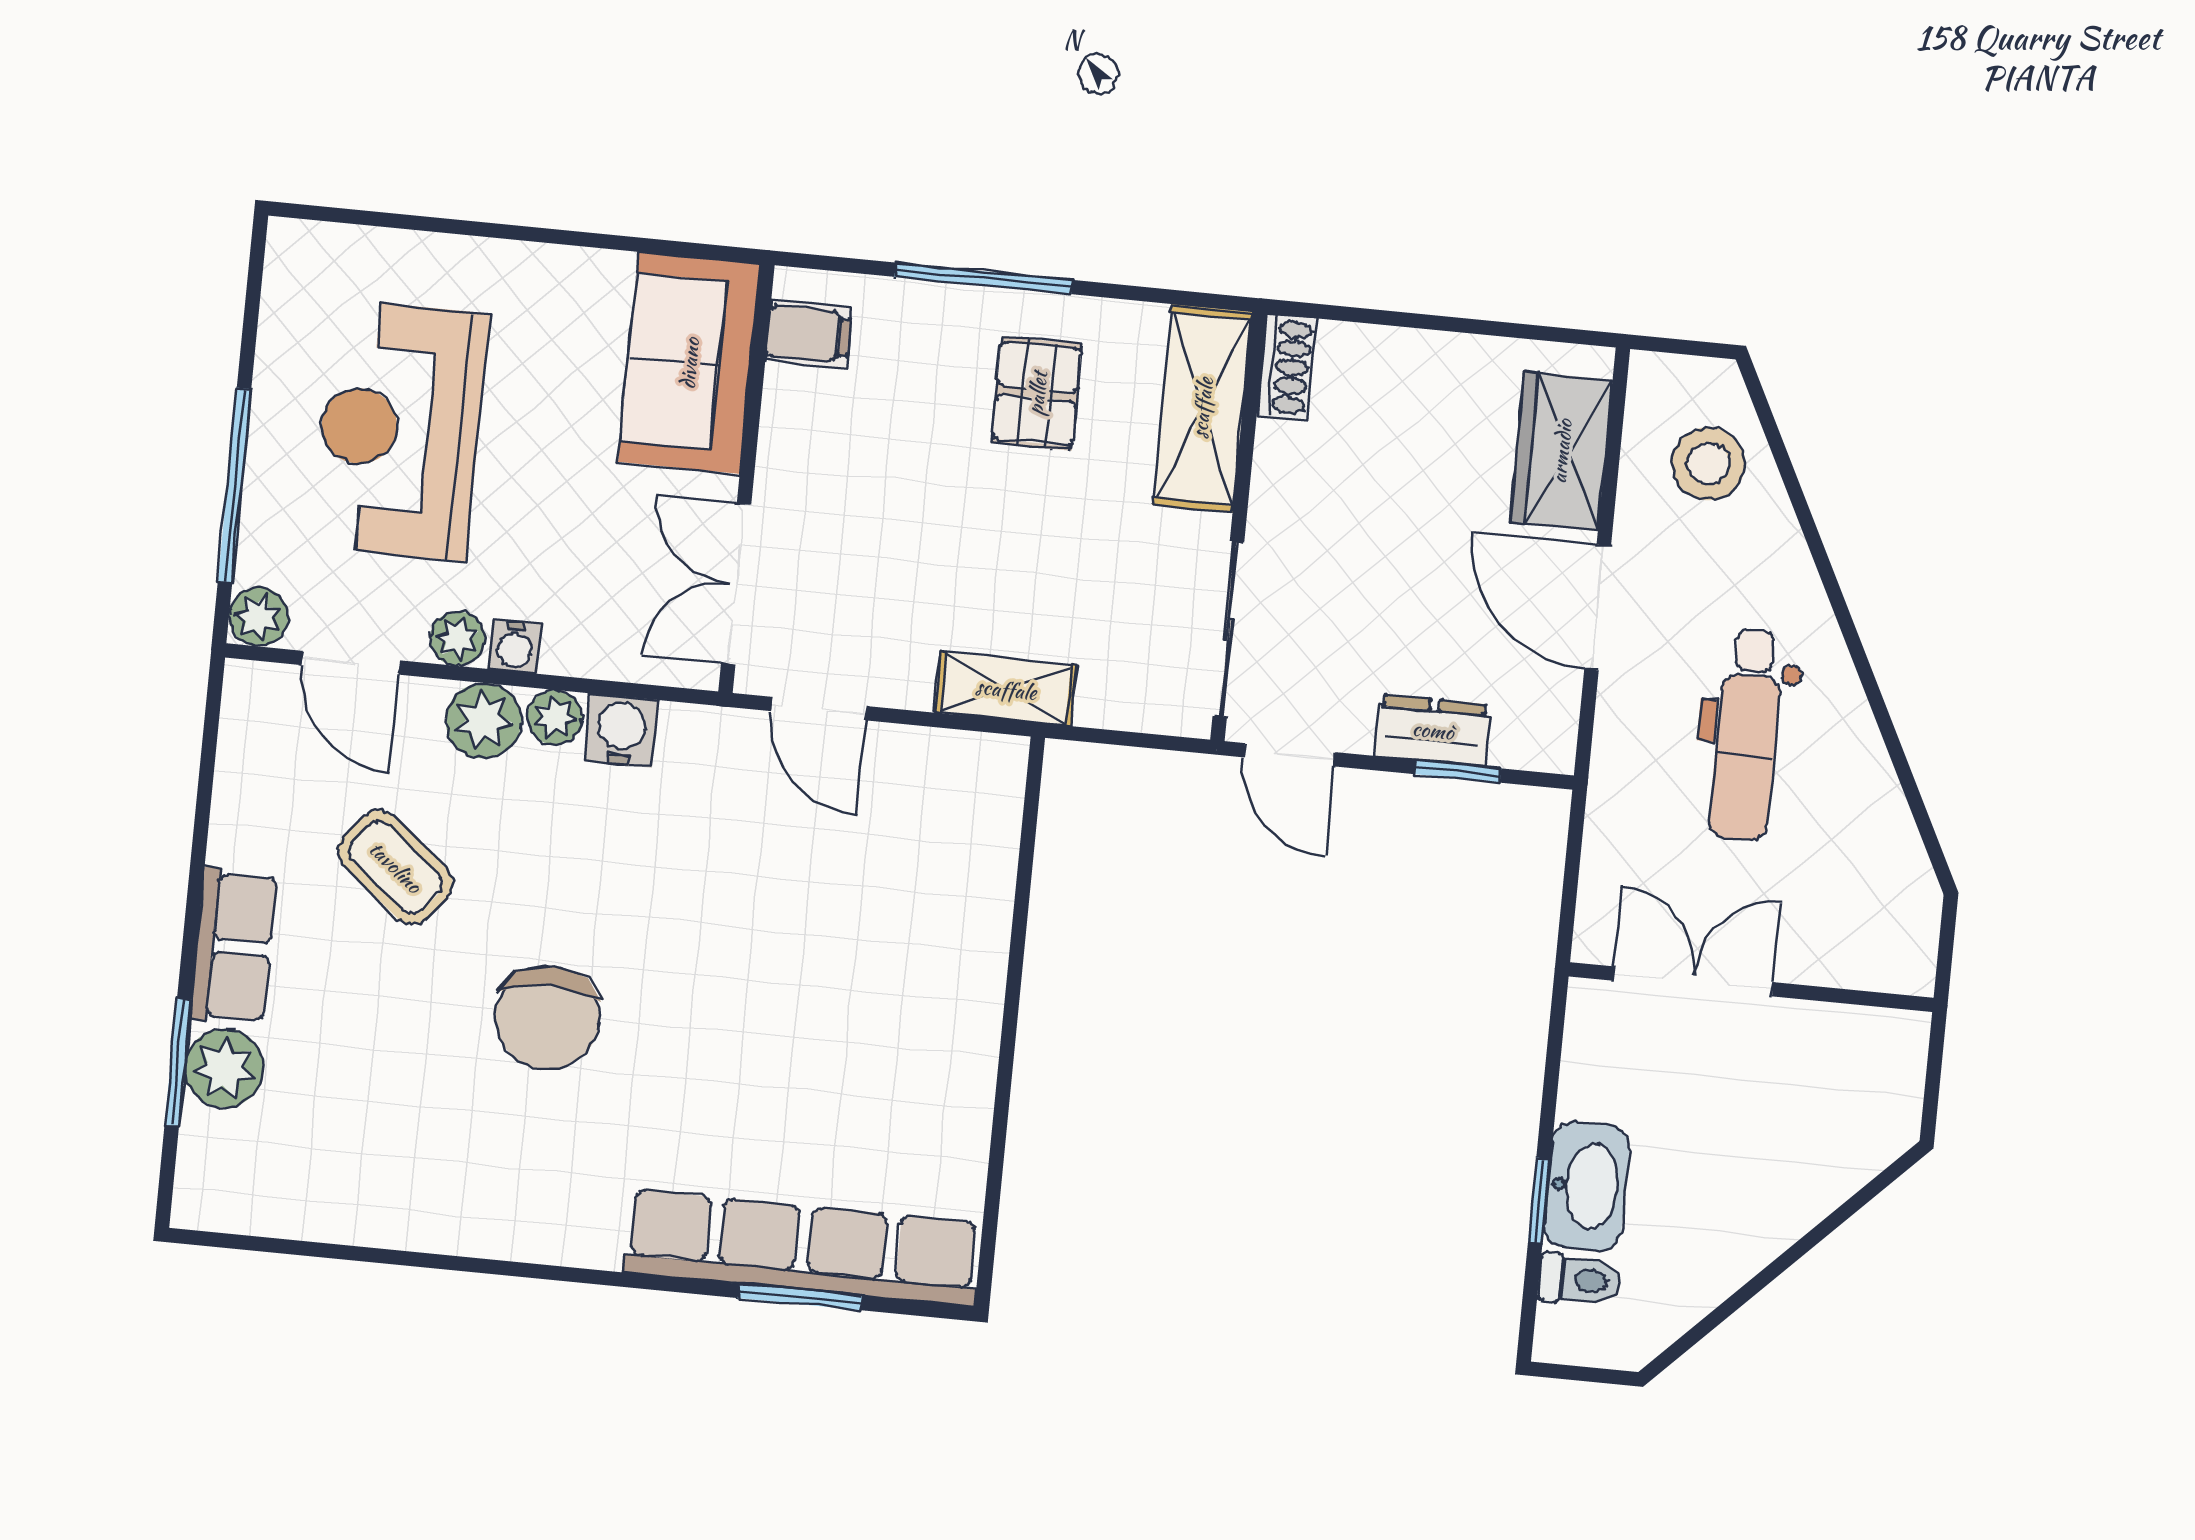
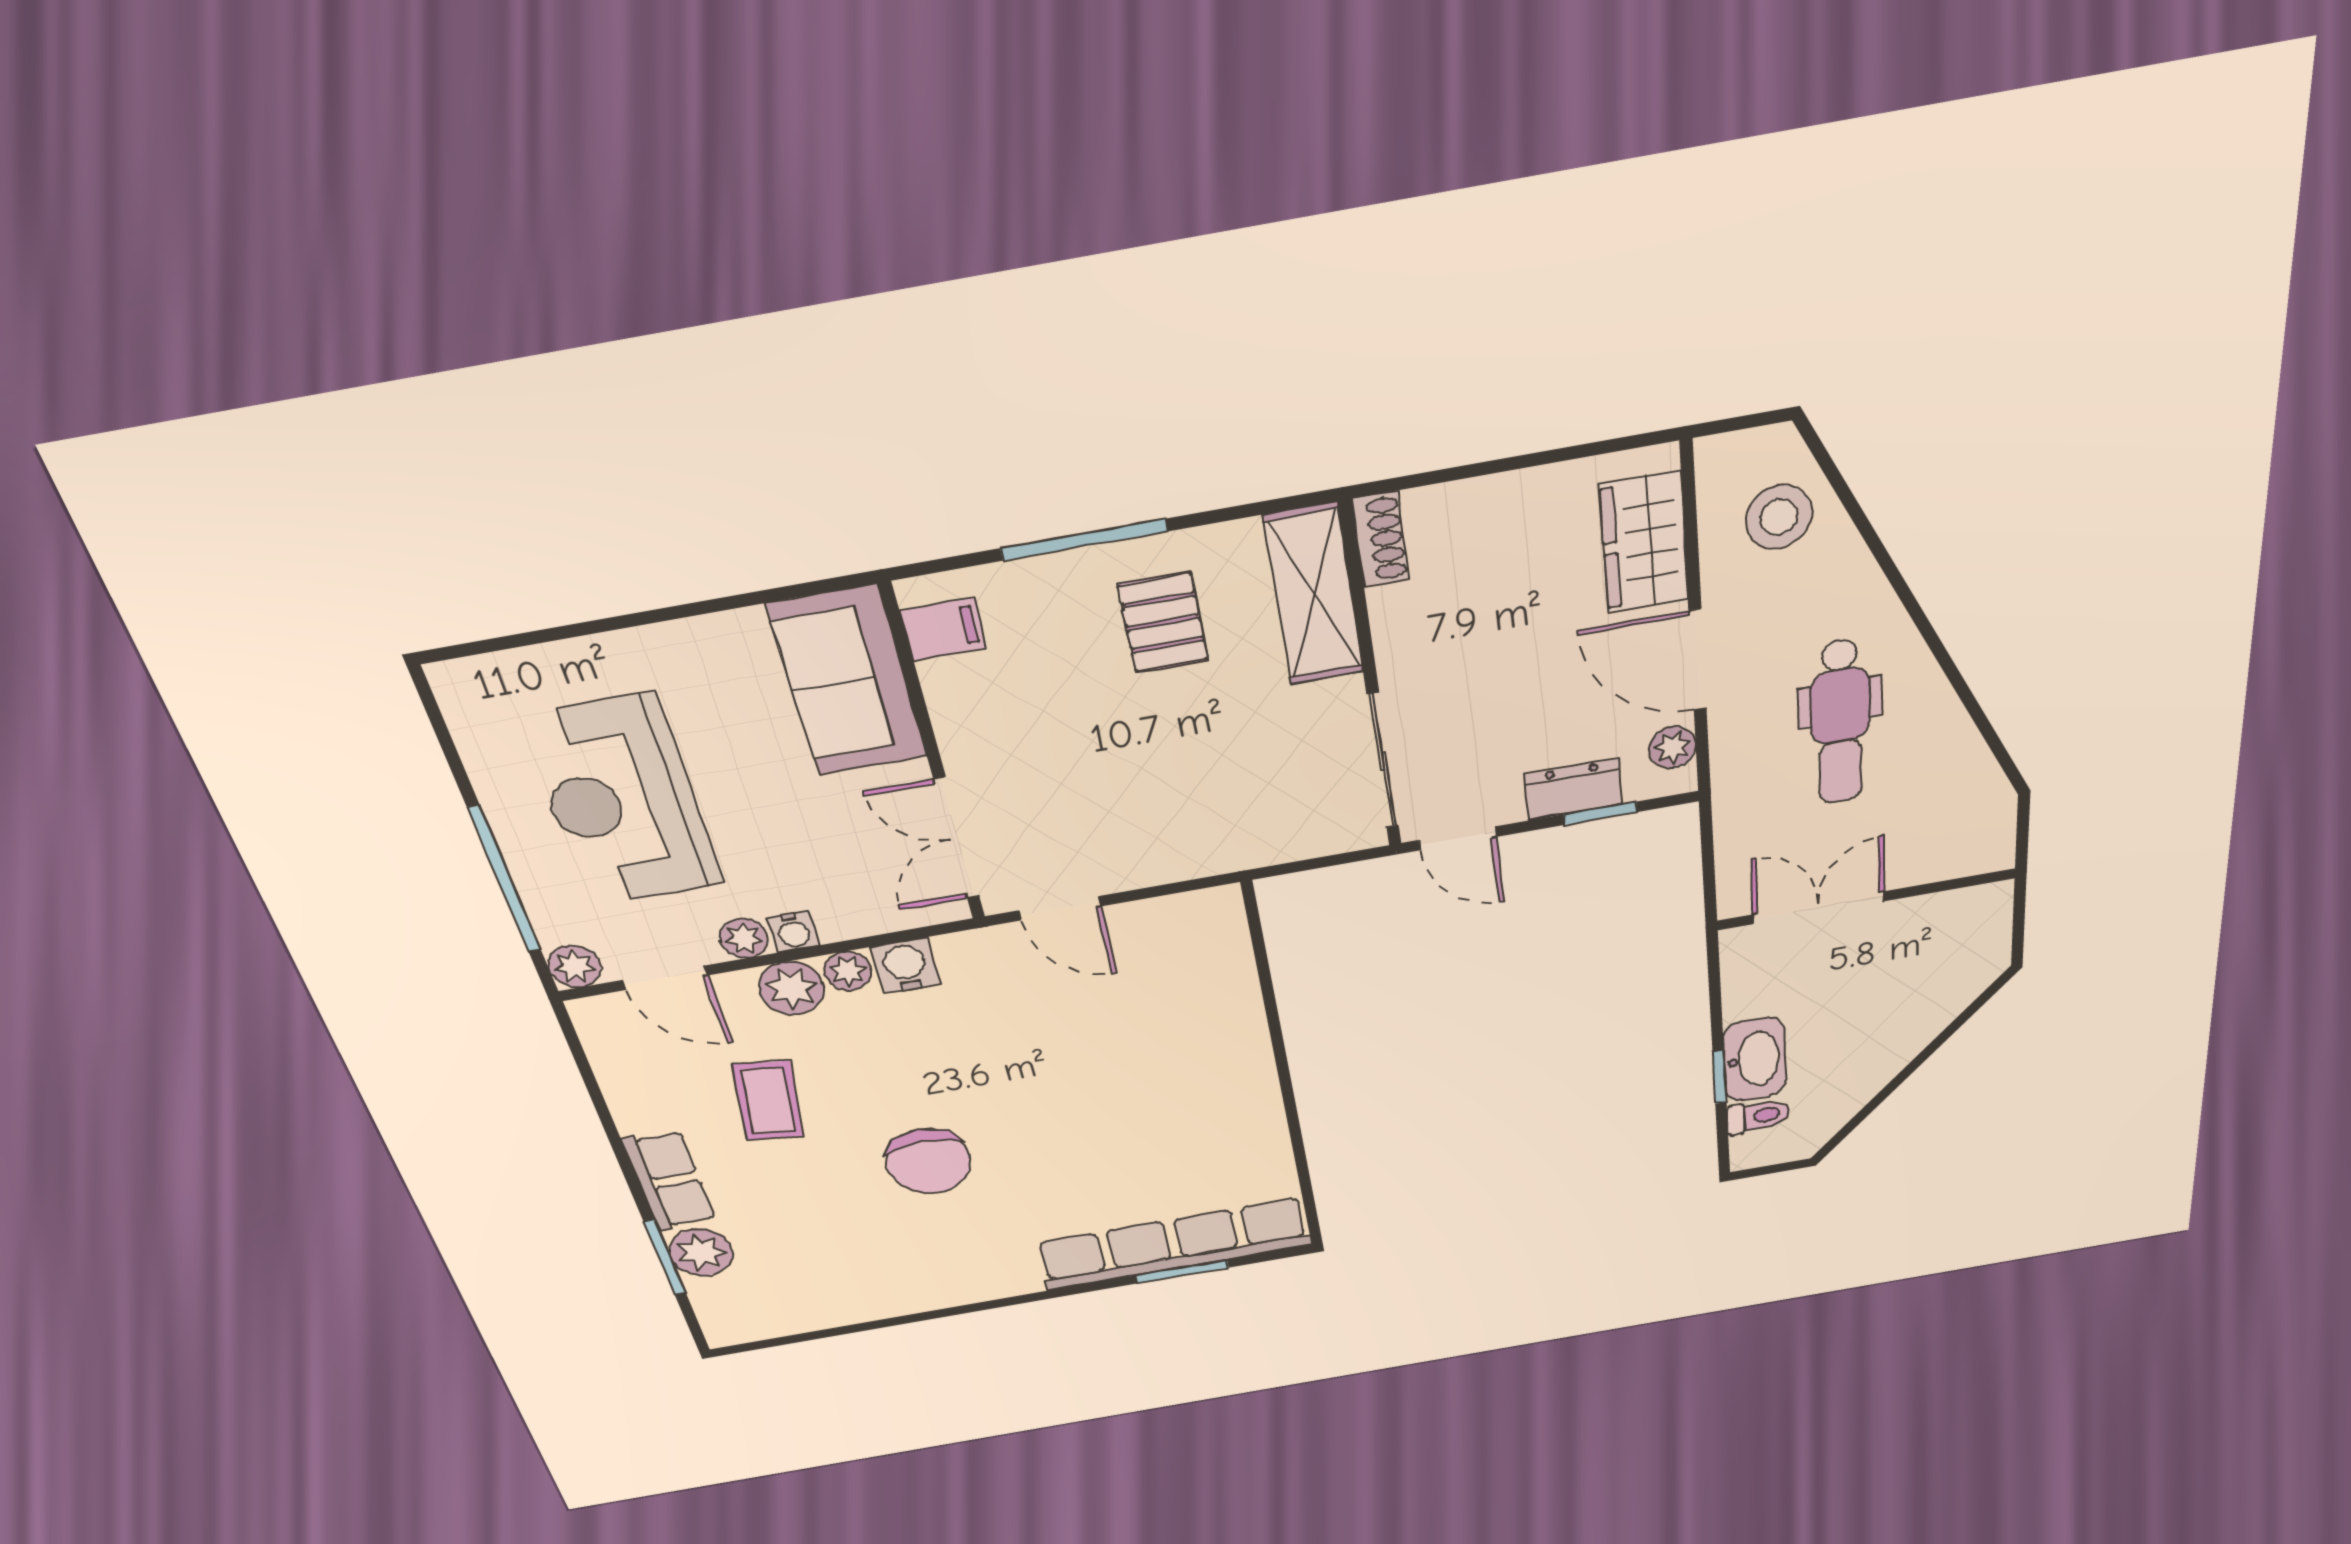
shelving: (1006, 689) -> (1209, 854), removed
plant: (1553, 710) -> (1673, 748), added
coffee table: (396, 867) -> (768, 1101), turned 59

